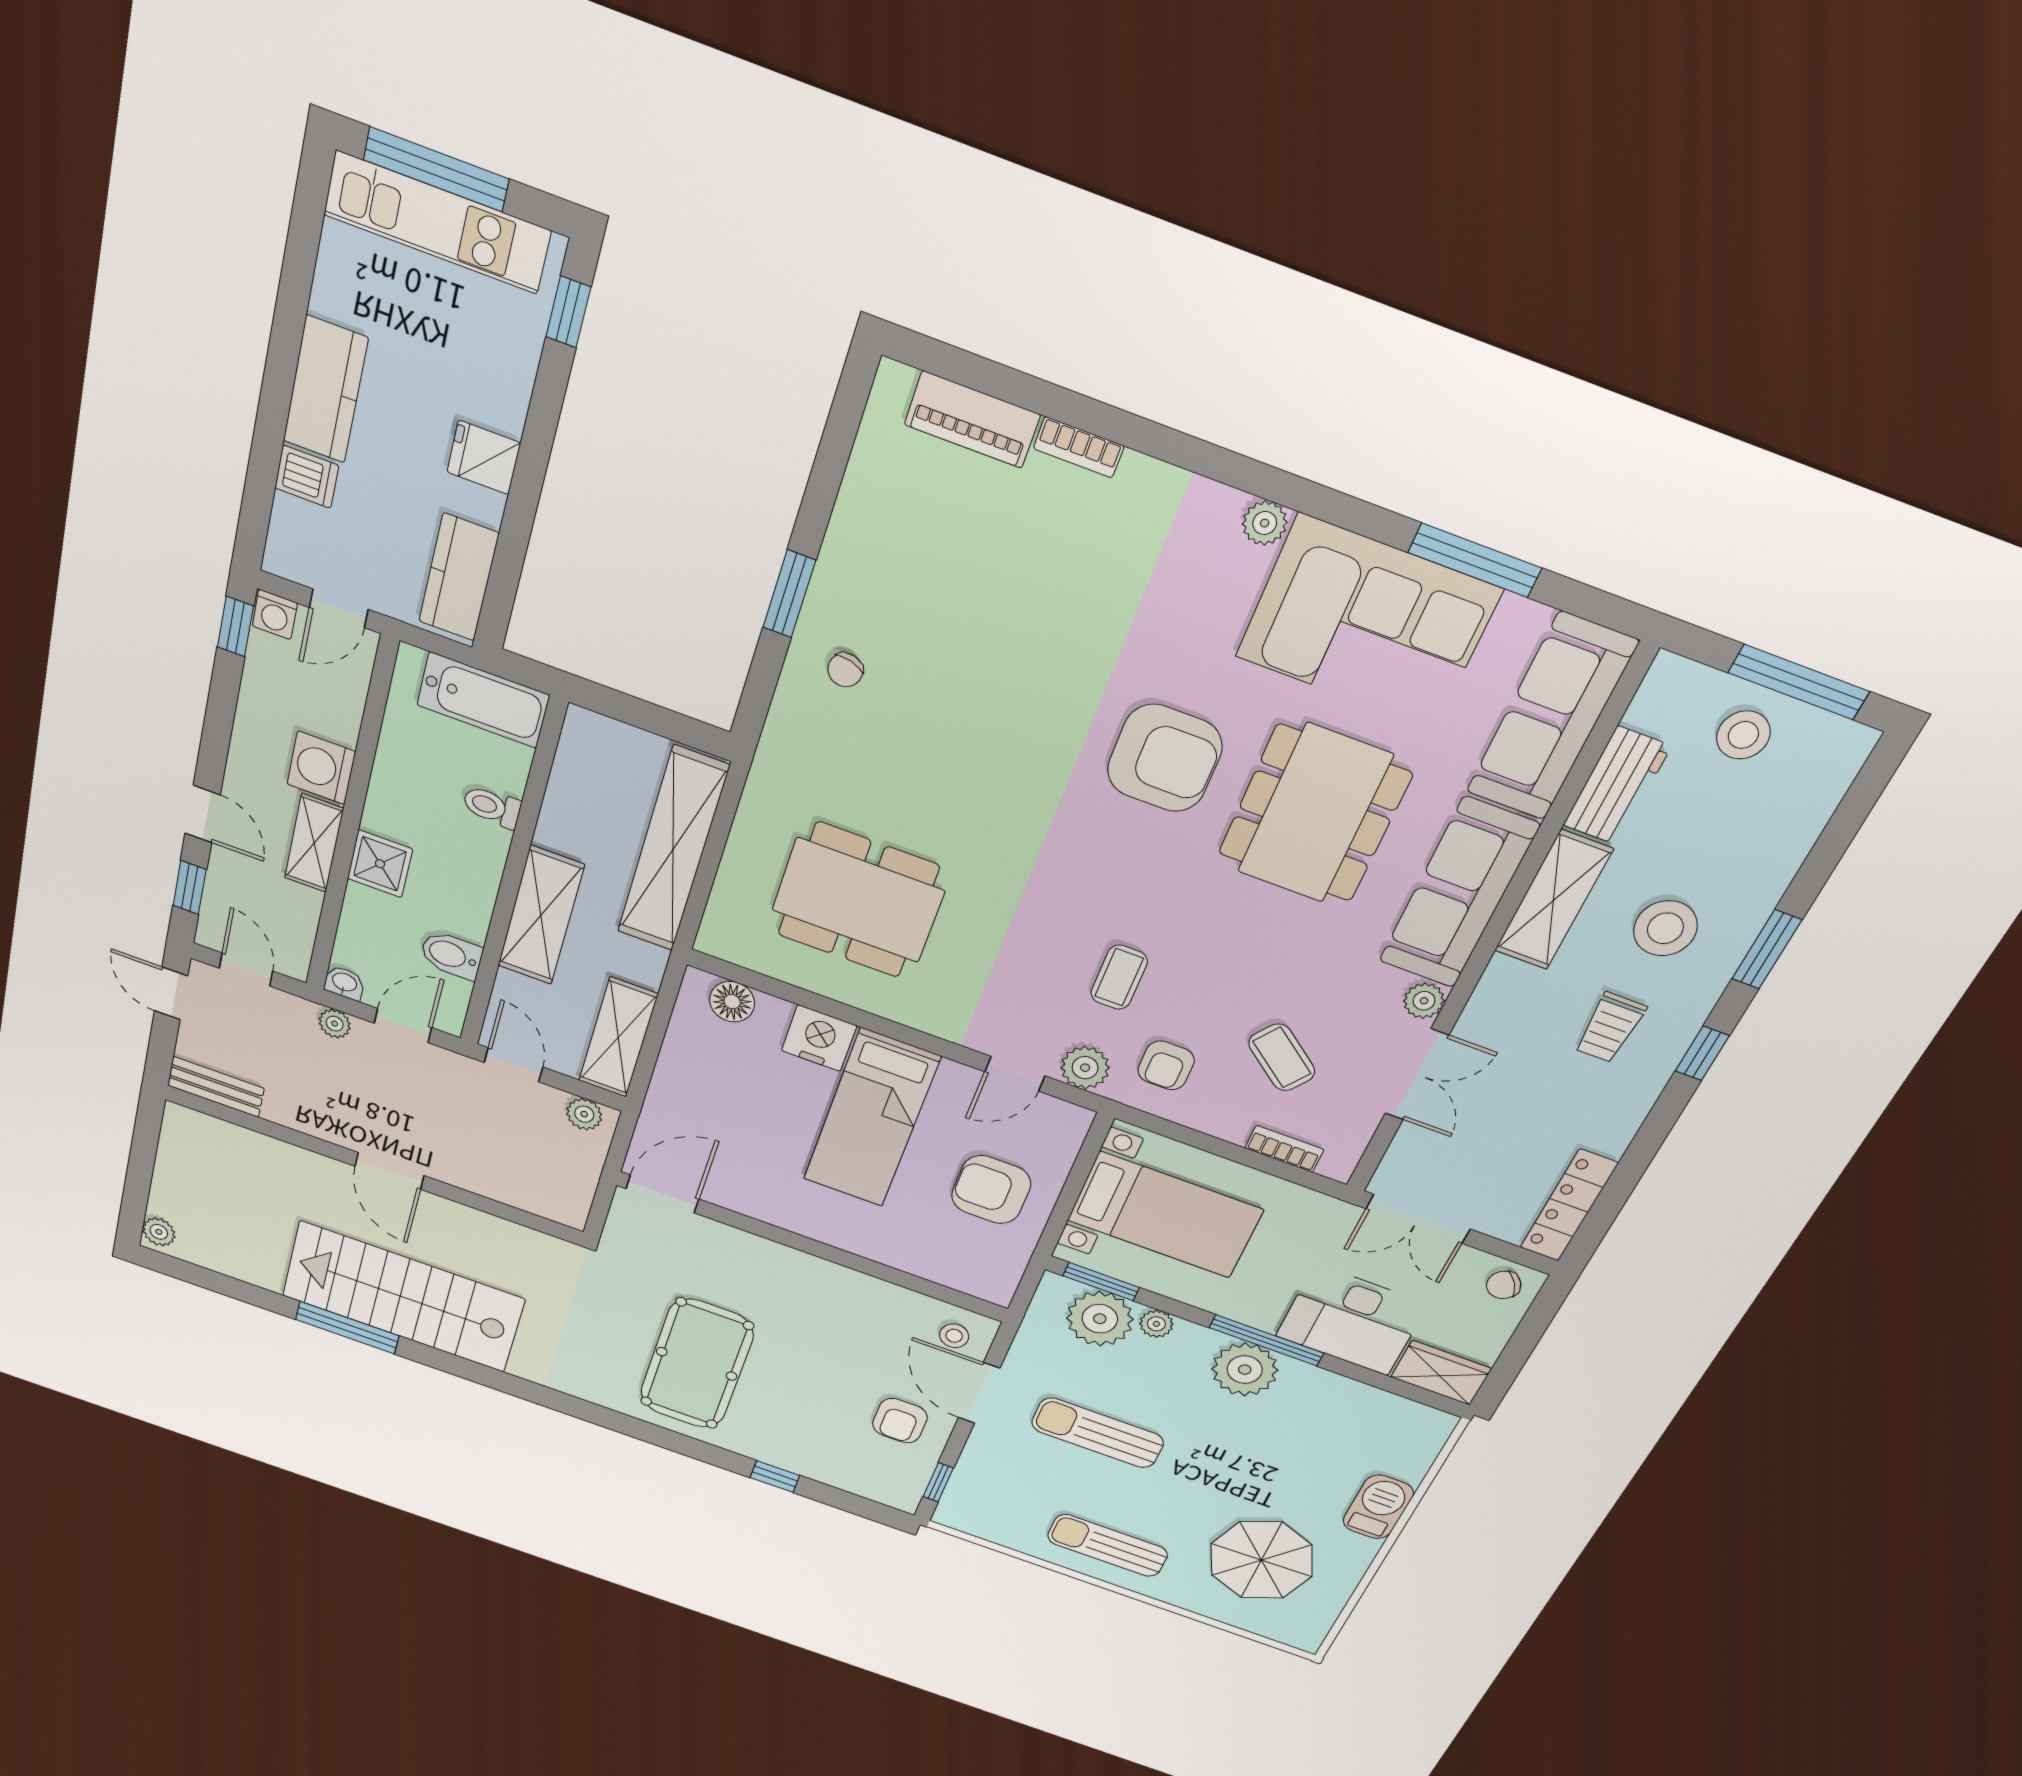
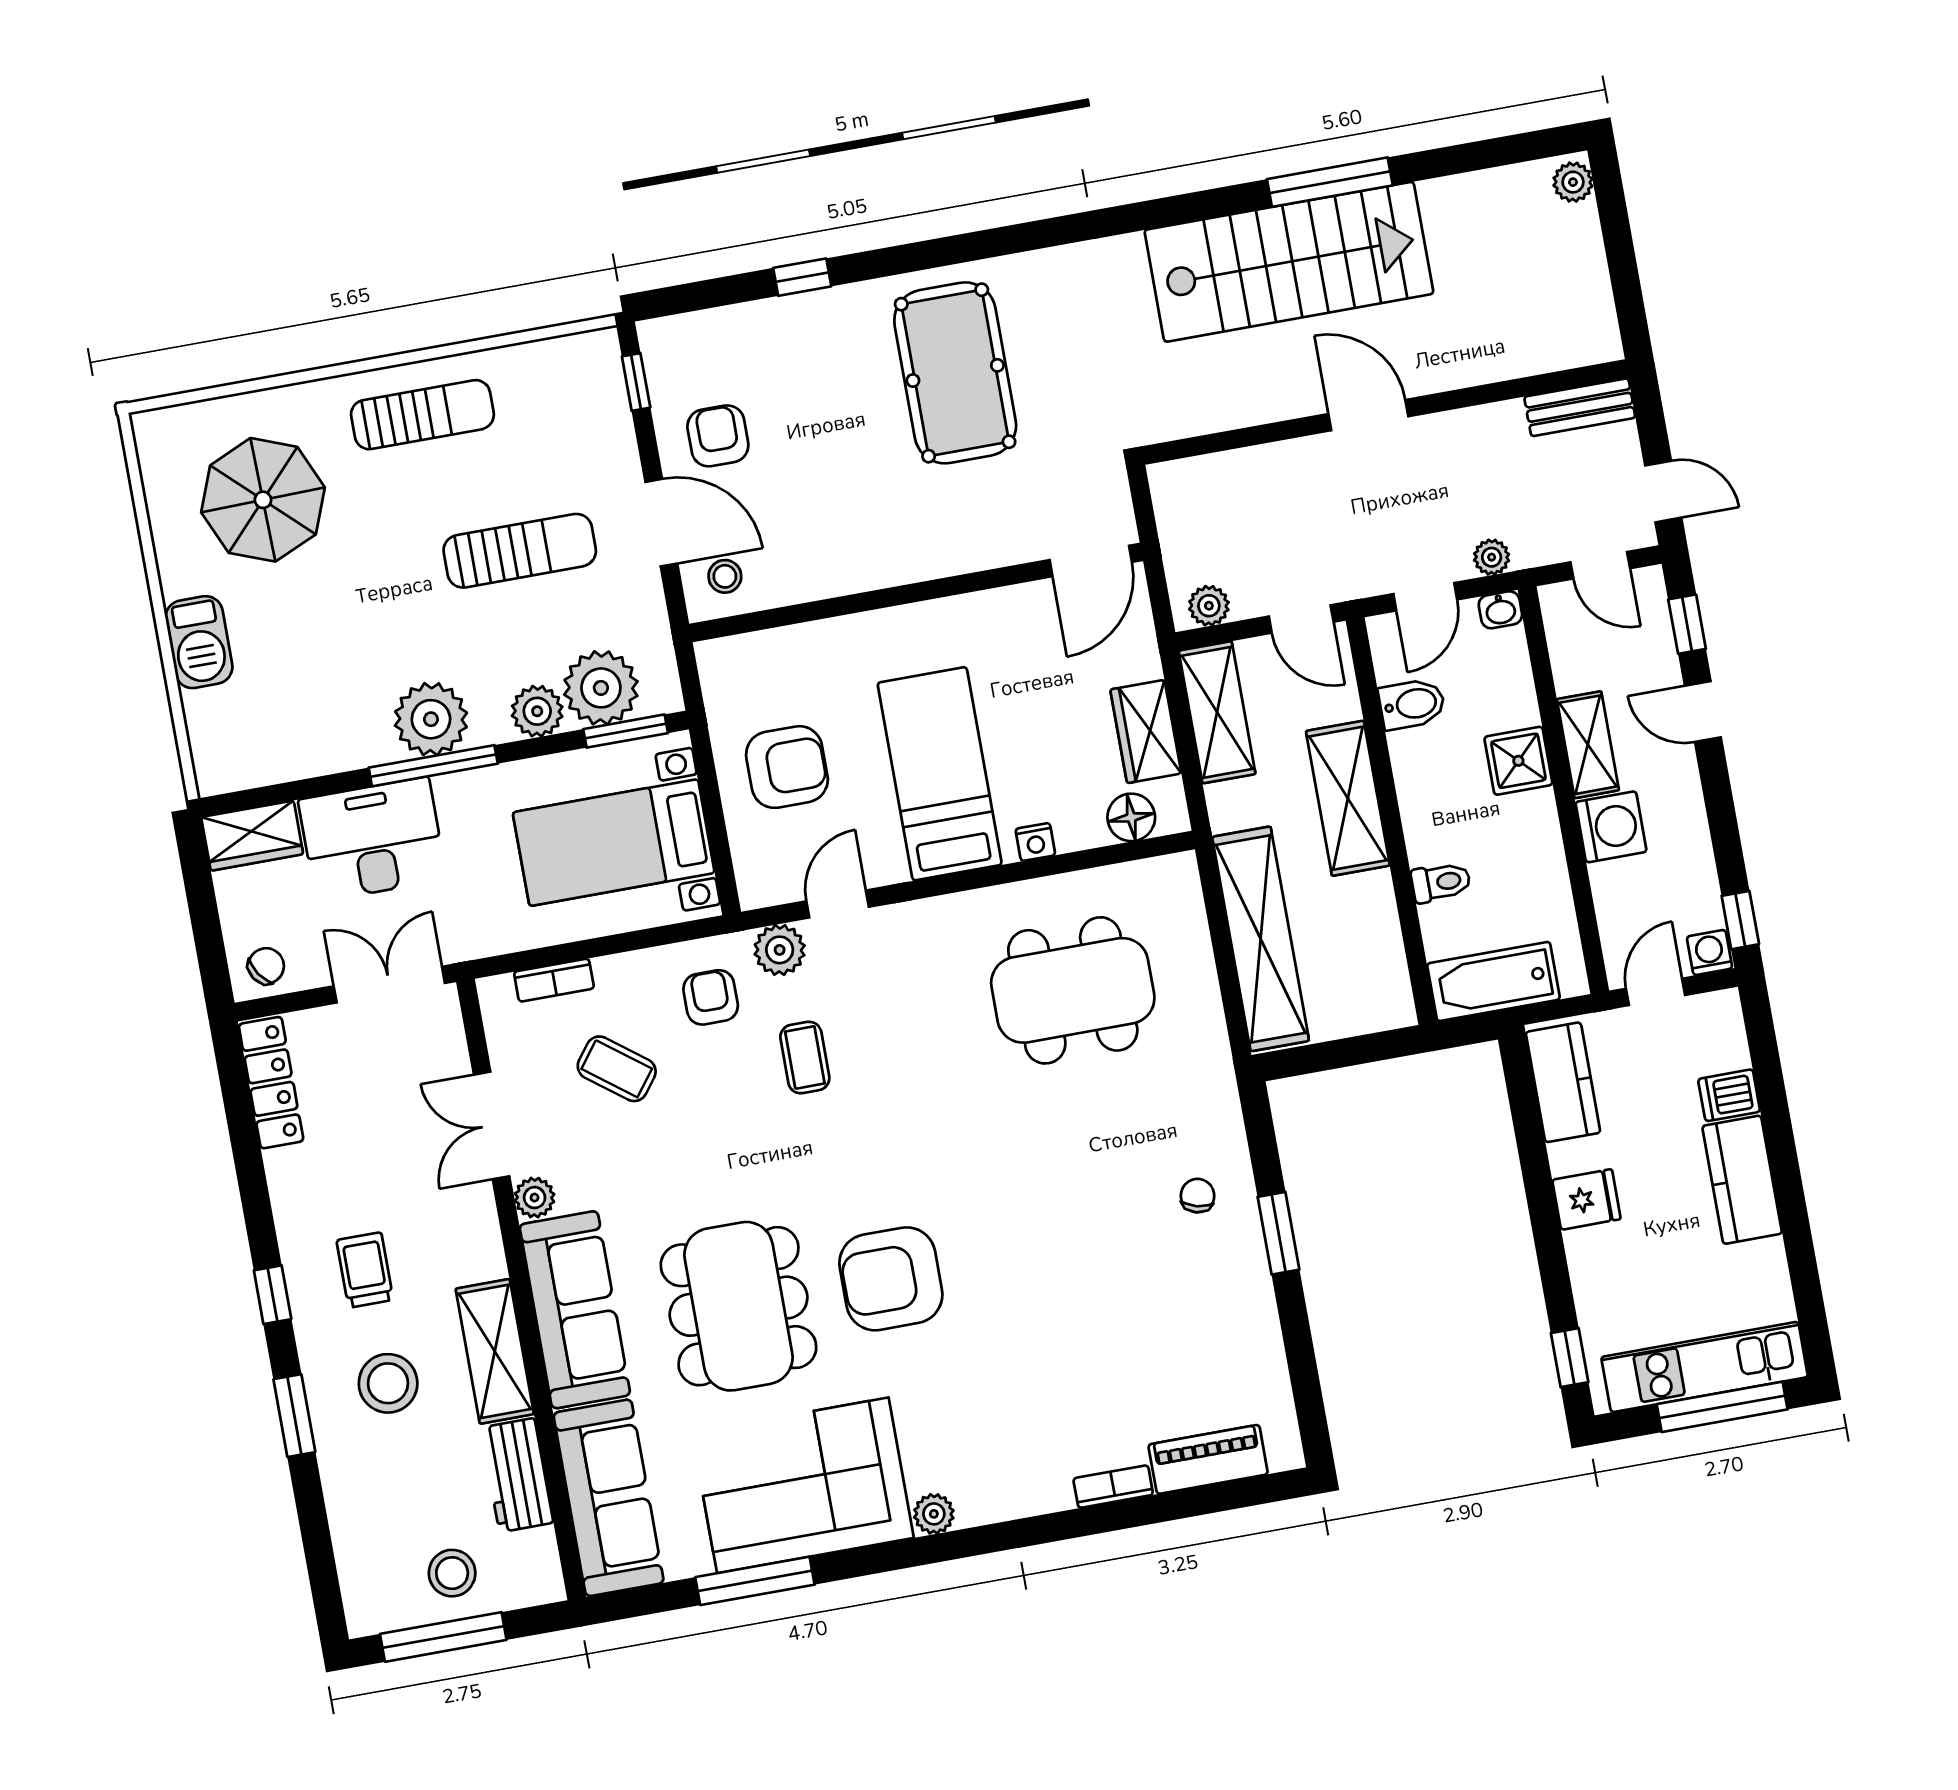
nightstand: (819, 1038) -> (1035, 842), width x0.53, depth x0.56
wardrobe: (685, 1056) -> (1146, 731), added
plant: (1156, 1324) -> (537, 711), width x1.38, depth x1.38

